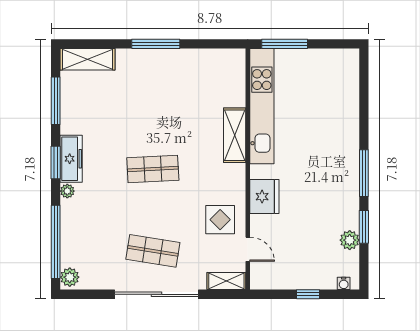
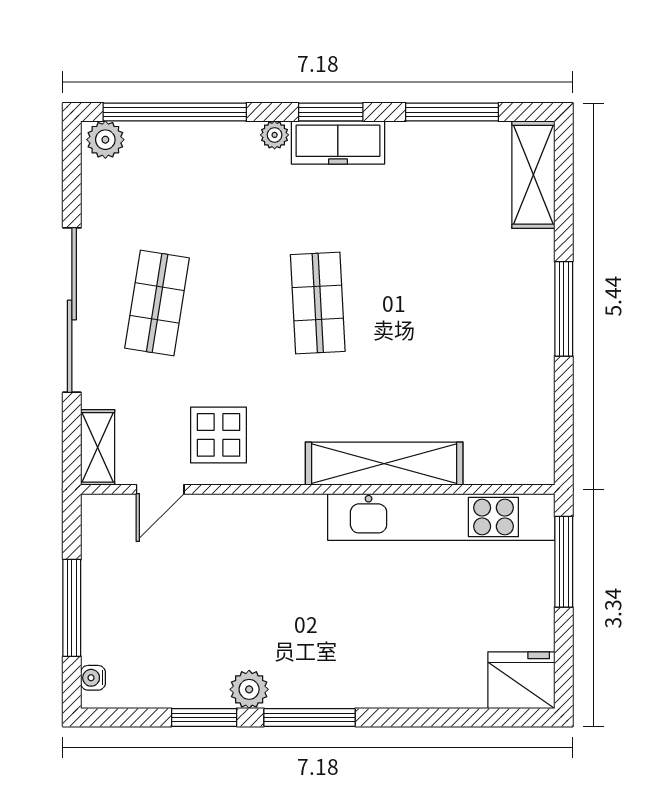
shelving: (235, 135) -> (384, 464), width x1.47
fridge: (264, 197) -> (521, 680), moved, turned 180
plant: (350, 240) -> (249, 689), moved
window: (308, 294) -> (72, 608), width x2.17

